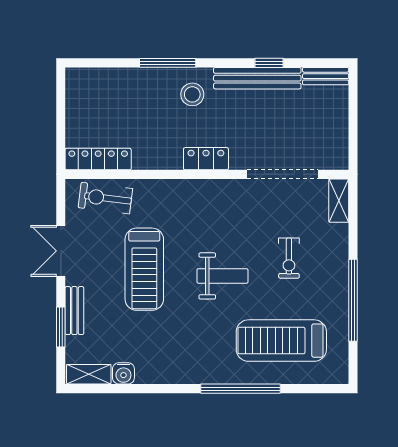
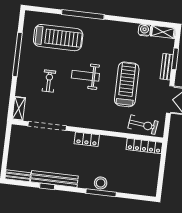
stool: (192, 94) -> (101, 183), moved

